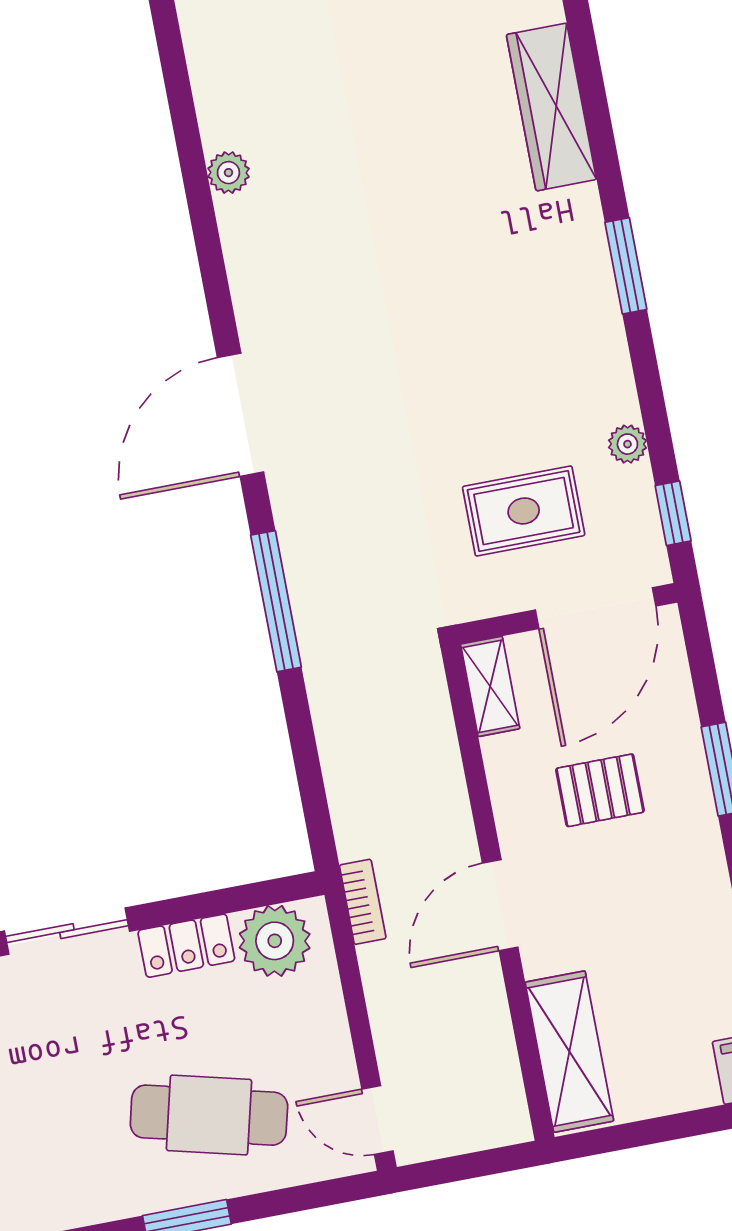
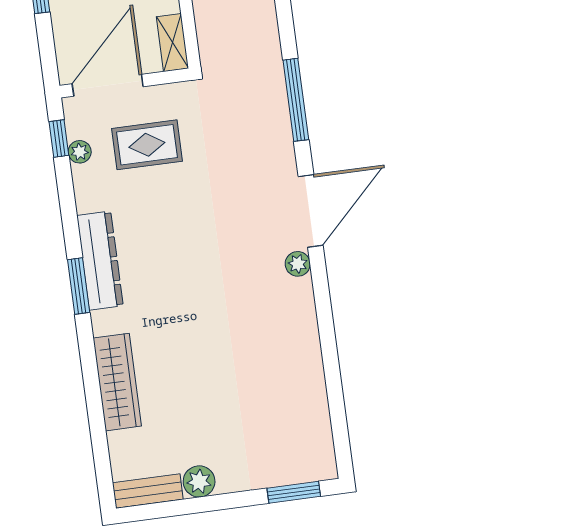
plant: (228, 173) -> (298, 264), moved
dresser: (592, 311) -> (100, 261), added
plant: (627, 444) -> (80, 152), moved

